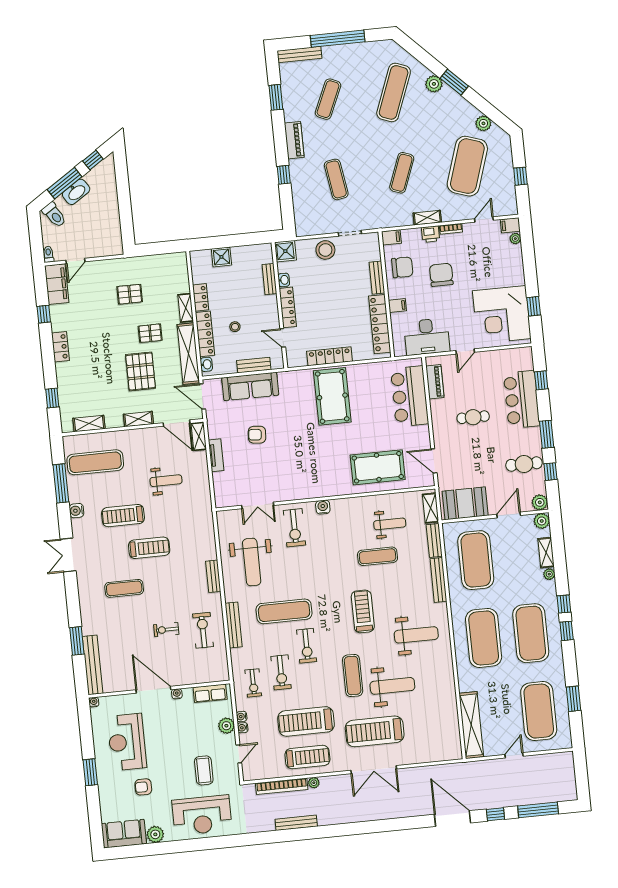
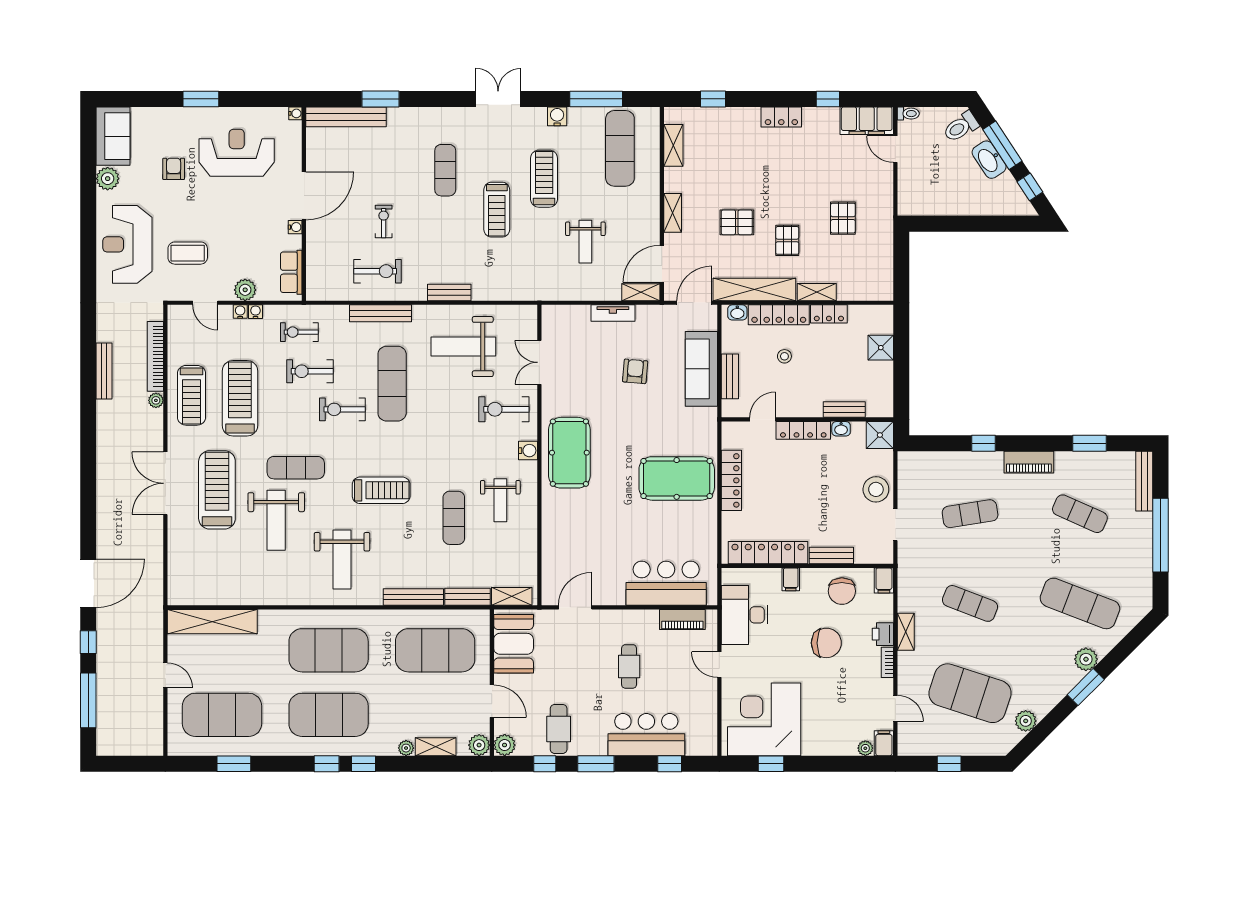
pallet: (141, 371) -> (737, 222), width x0.67, depth x0.71
pool table: (378, 467) -> (569, 453), moved
weight bench: (390, 524) -> (500, 500), moved

